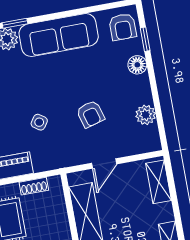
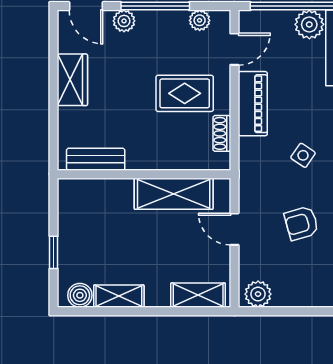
plant: (146, 115) -> (258, 294), moved

